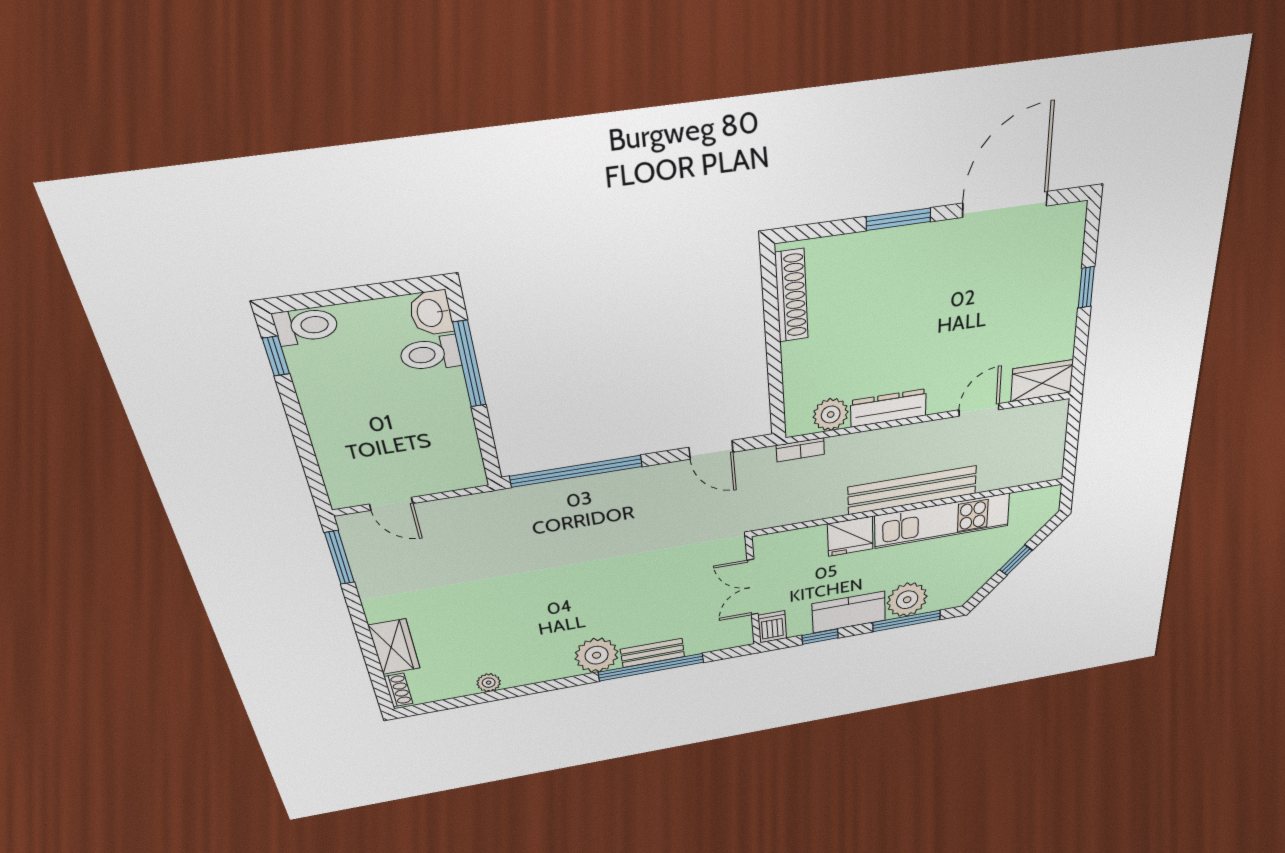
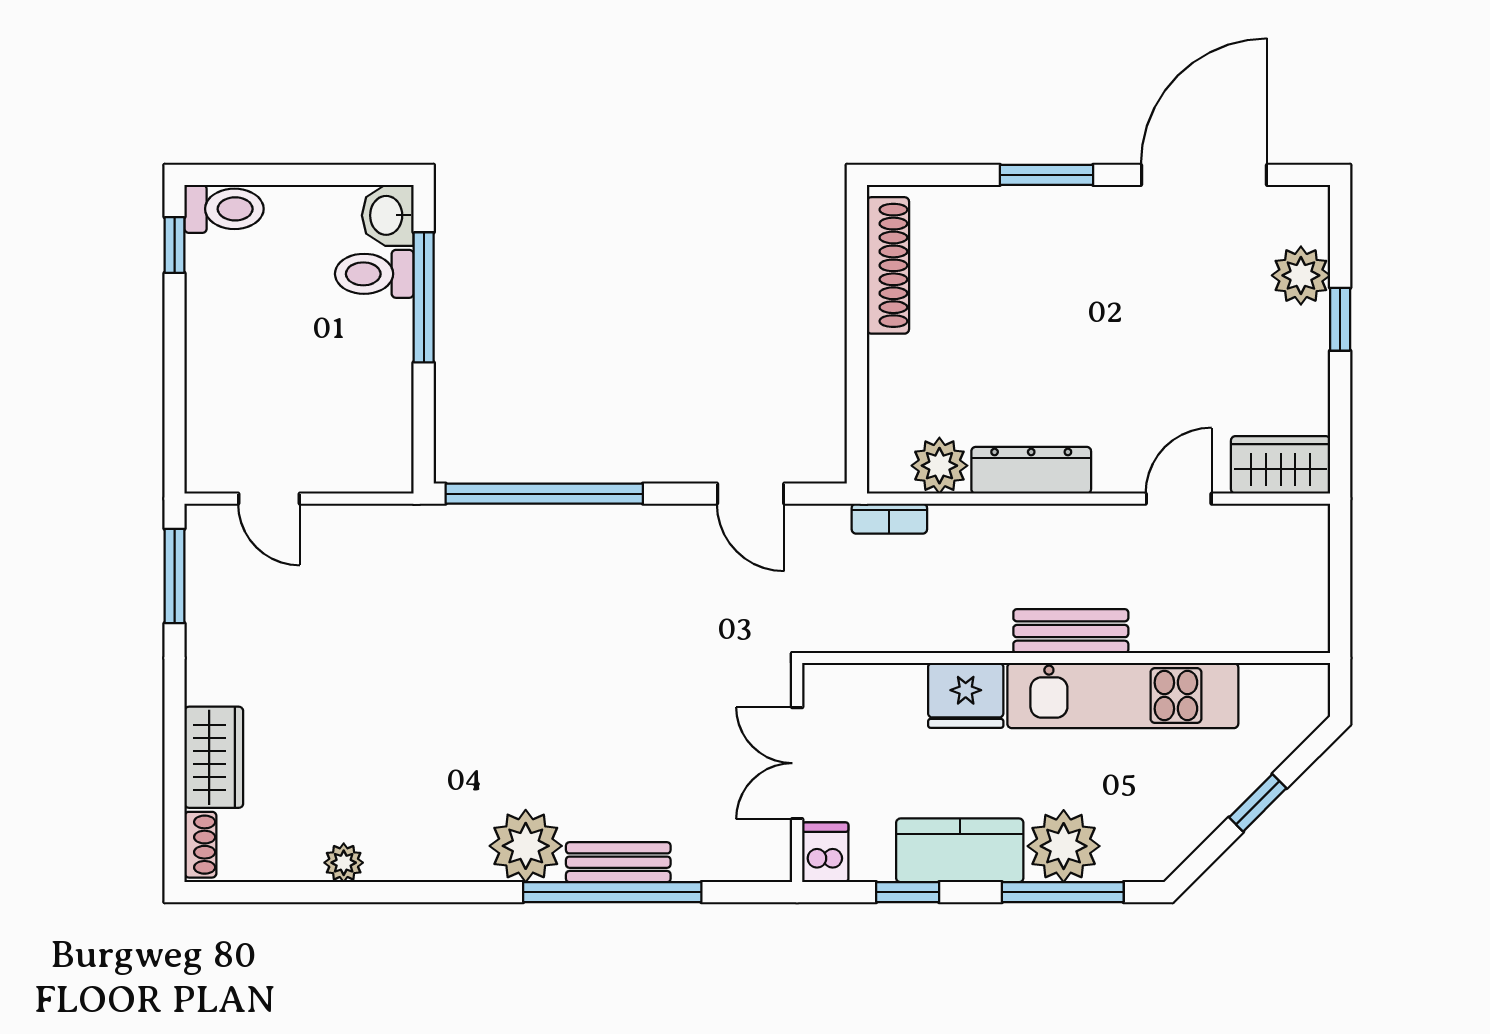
plant: (1064, 263) -> (1301, 275), added
bench: (912, 490) -> (1071, 631), width x0.54, depth x0.82

